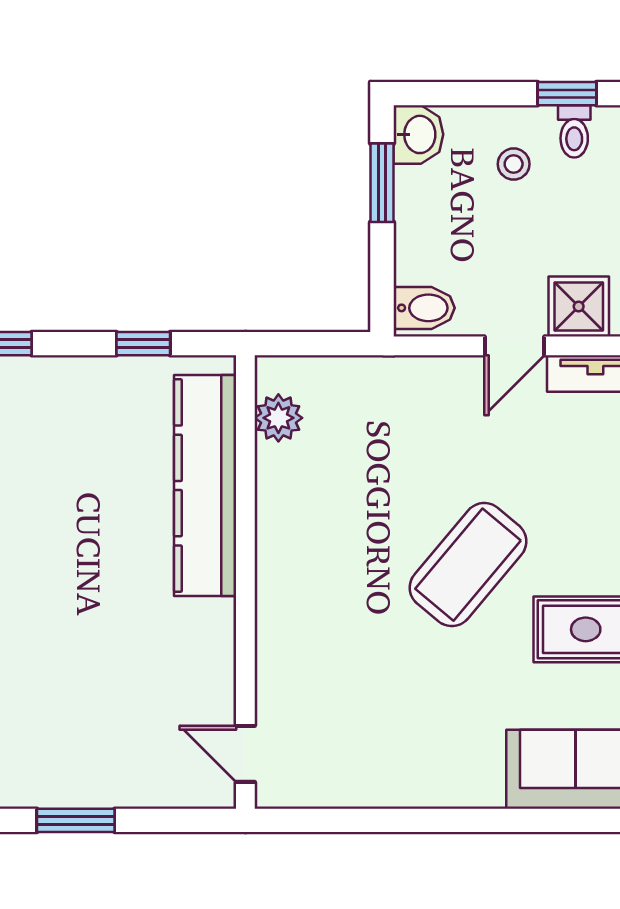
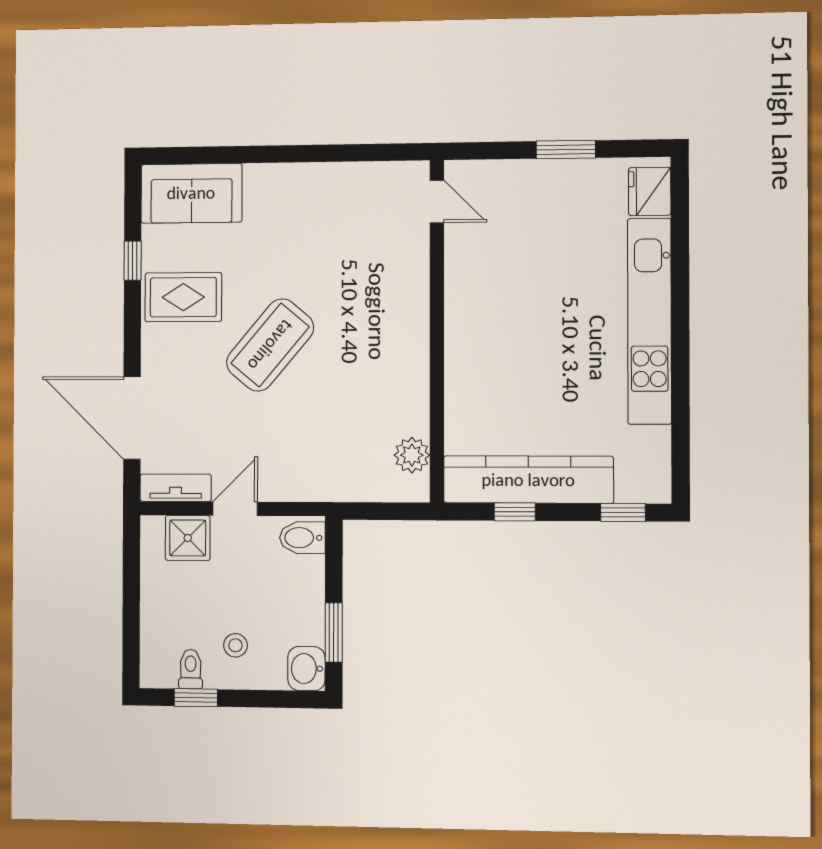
kitchen counter: (205, 486) -> (528, 480), moved, turned -90

